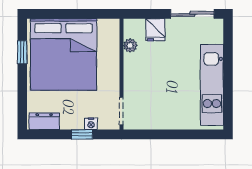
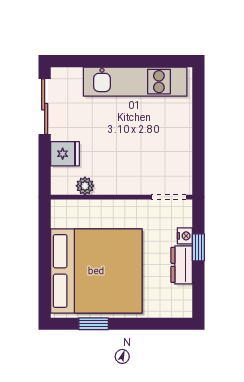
dresser: (44, 121) -> (182, 265), moved

